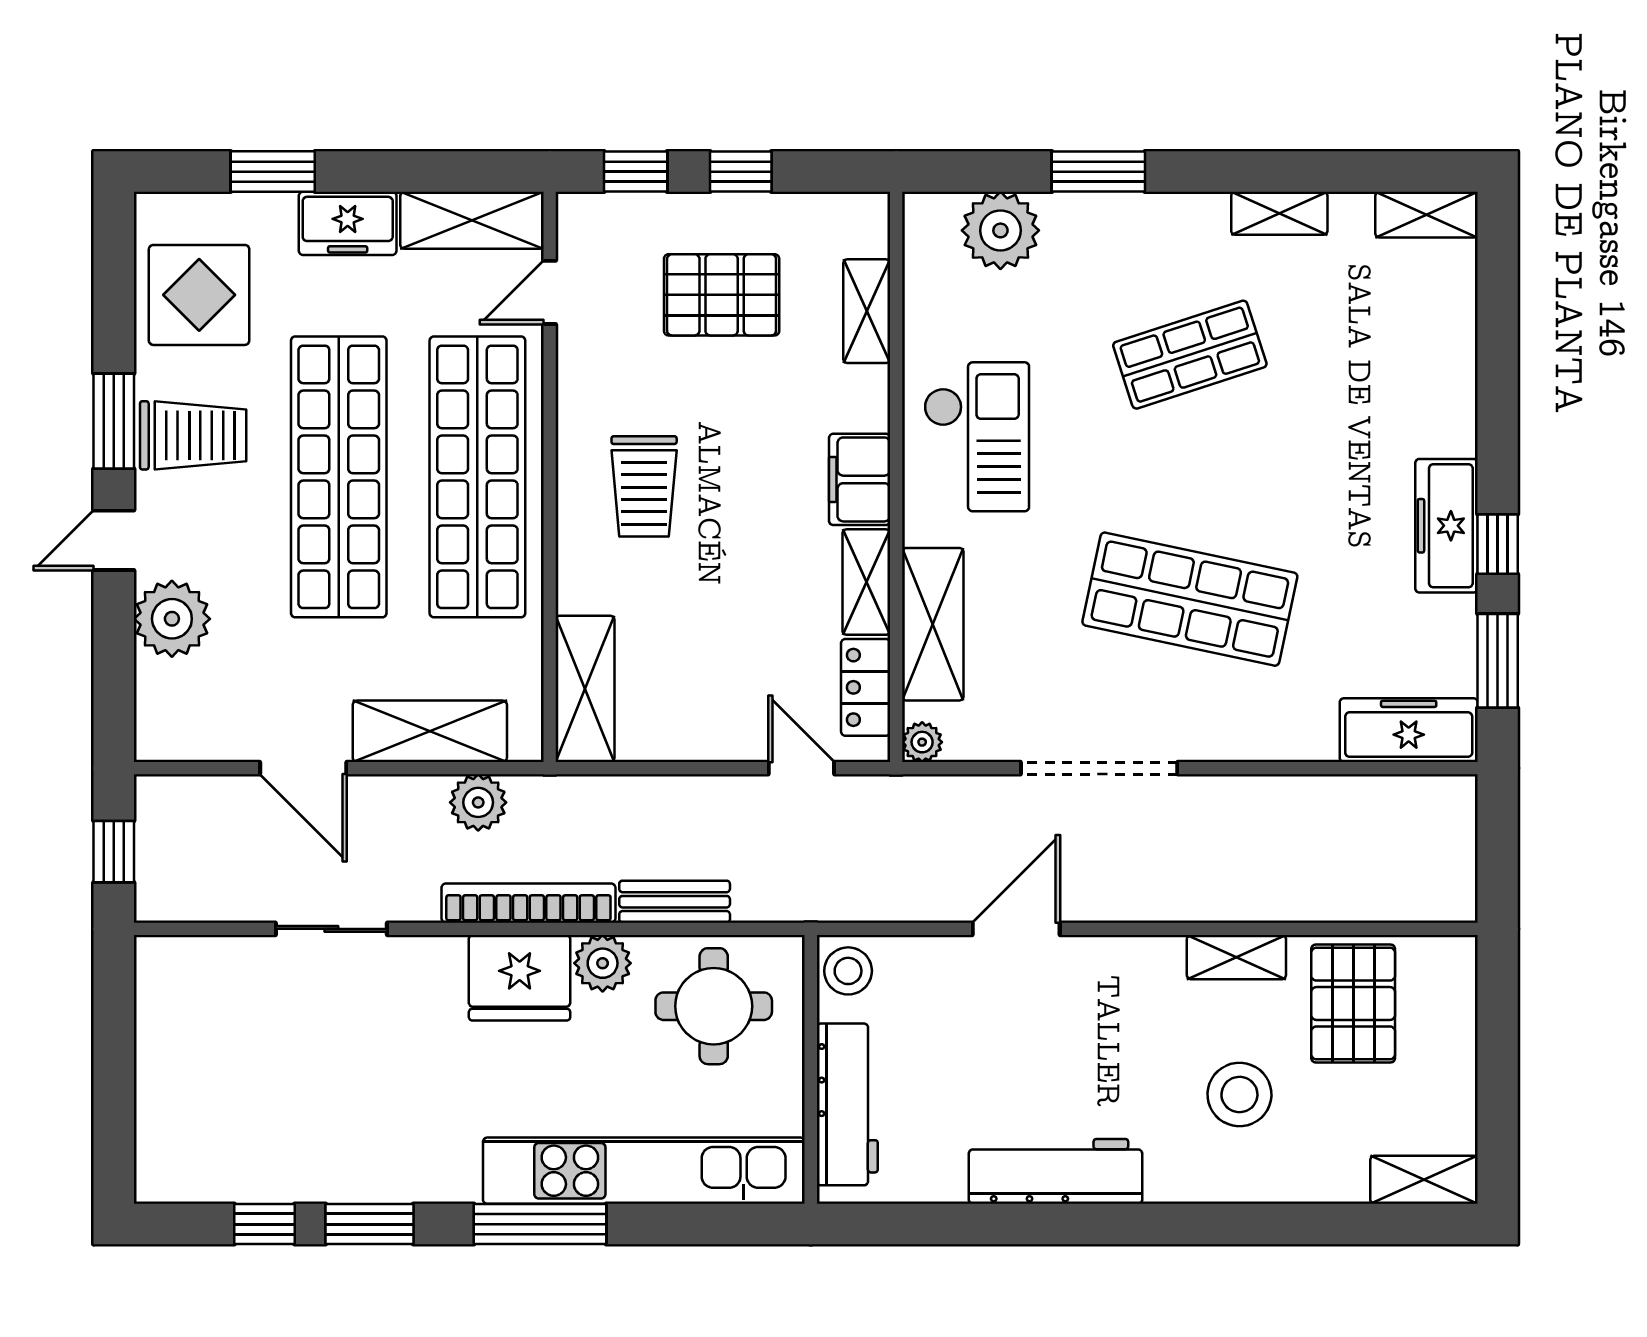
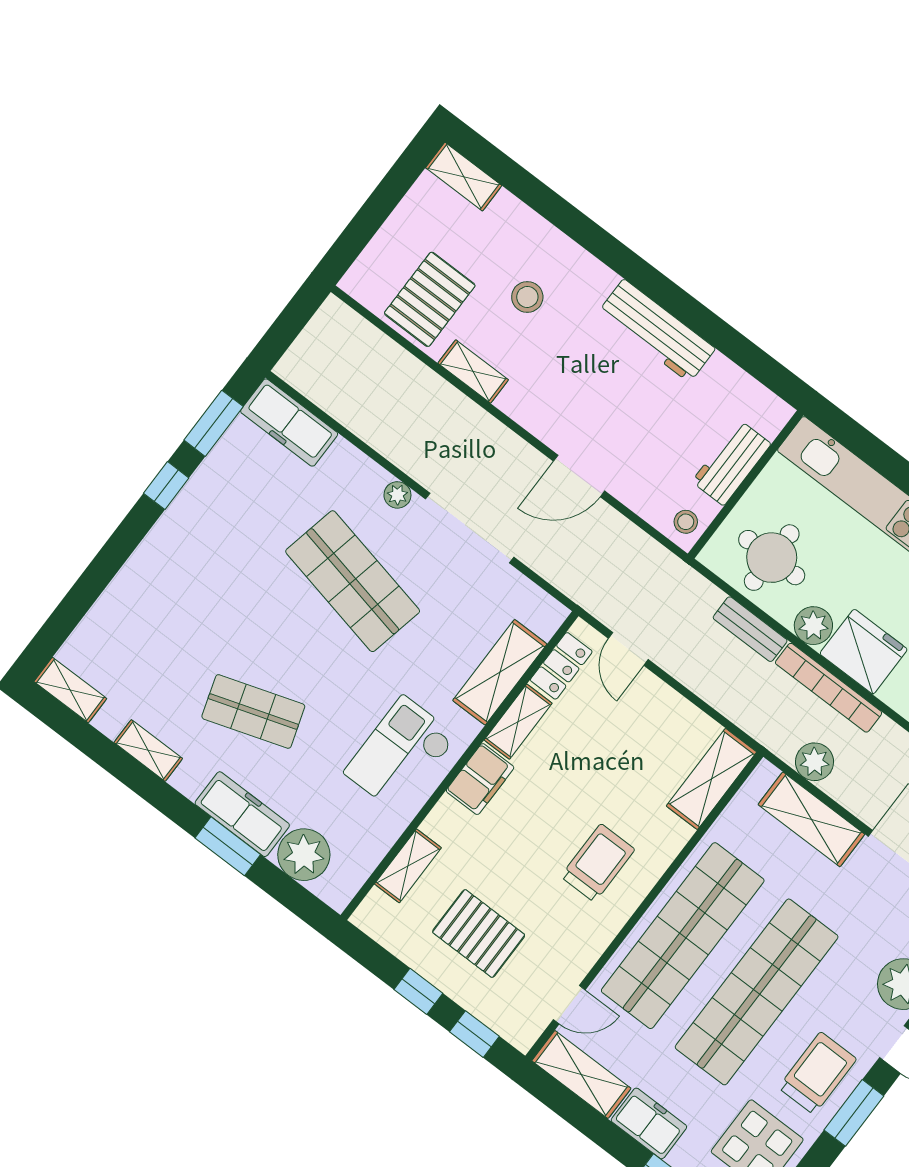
trolley: (193, 435) -> (817, 1073), turned 90
freezer: (1446, 526) -> (242, 814), moved, turned -90
plant: (922, 742) -> (397, 495), moved
stool: (848, 971) -> (686, 522), width x0.73, depth x0.73
stool: (1239, 1095) -> (527, 297), width x0.73, depth x0.73
workbench: (847, 1104) -> (731, 463), width x0.73

